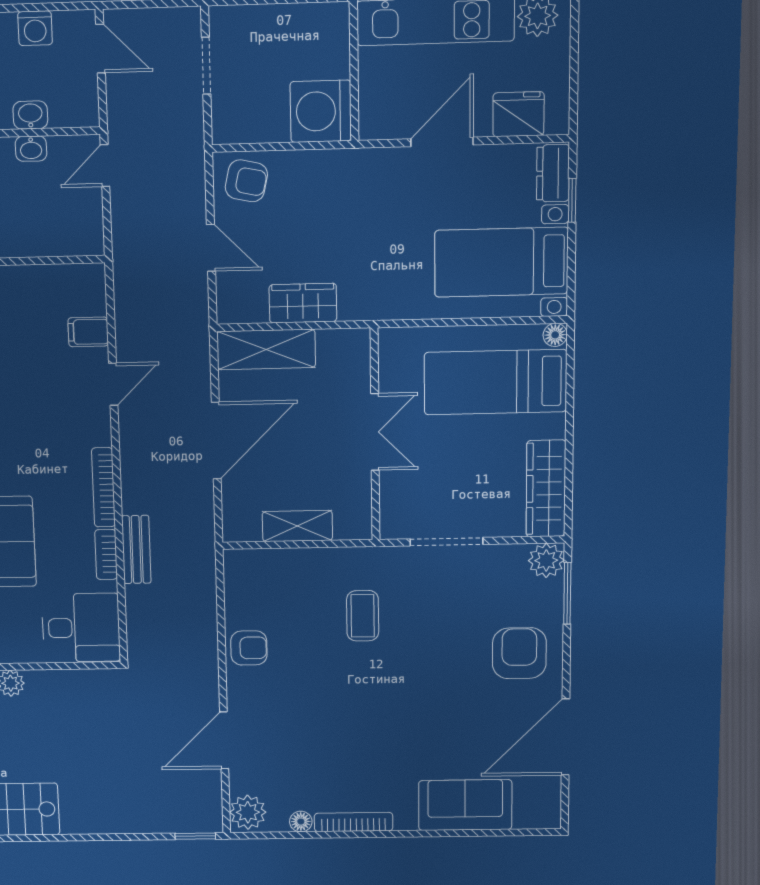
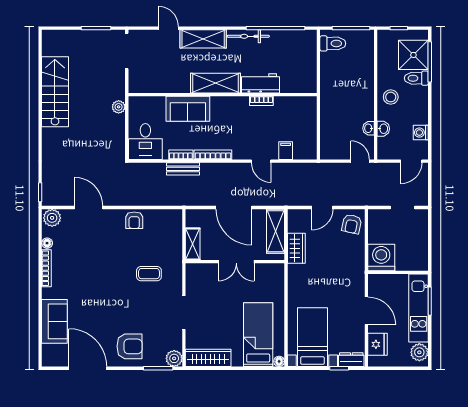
double door: (375, 432) -> (236, 262), moved
wall: (375, 435) -> (235, 262), moved

